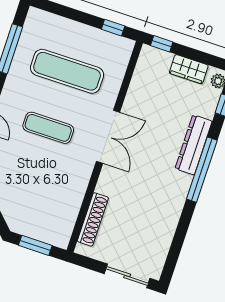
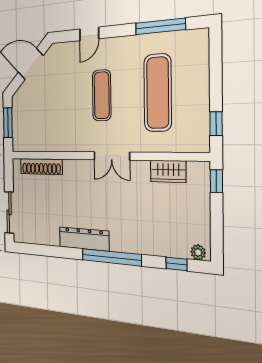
wardrobe: (189, 69) -> (168, 171), moved, turned -90
double door: (108, 137) -> (112, 156), width x0.73
dresser: (194, 145) -> (84, 239), moved

